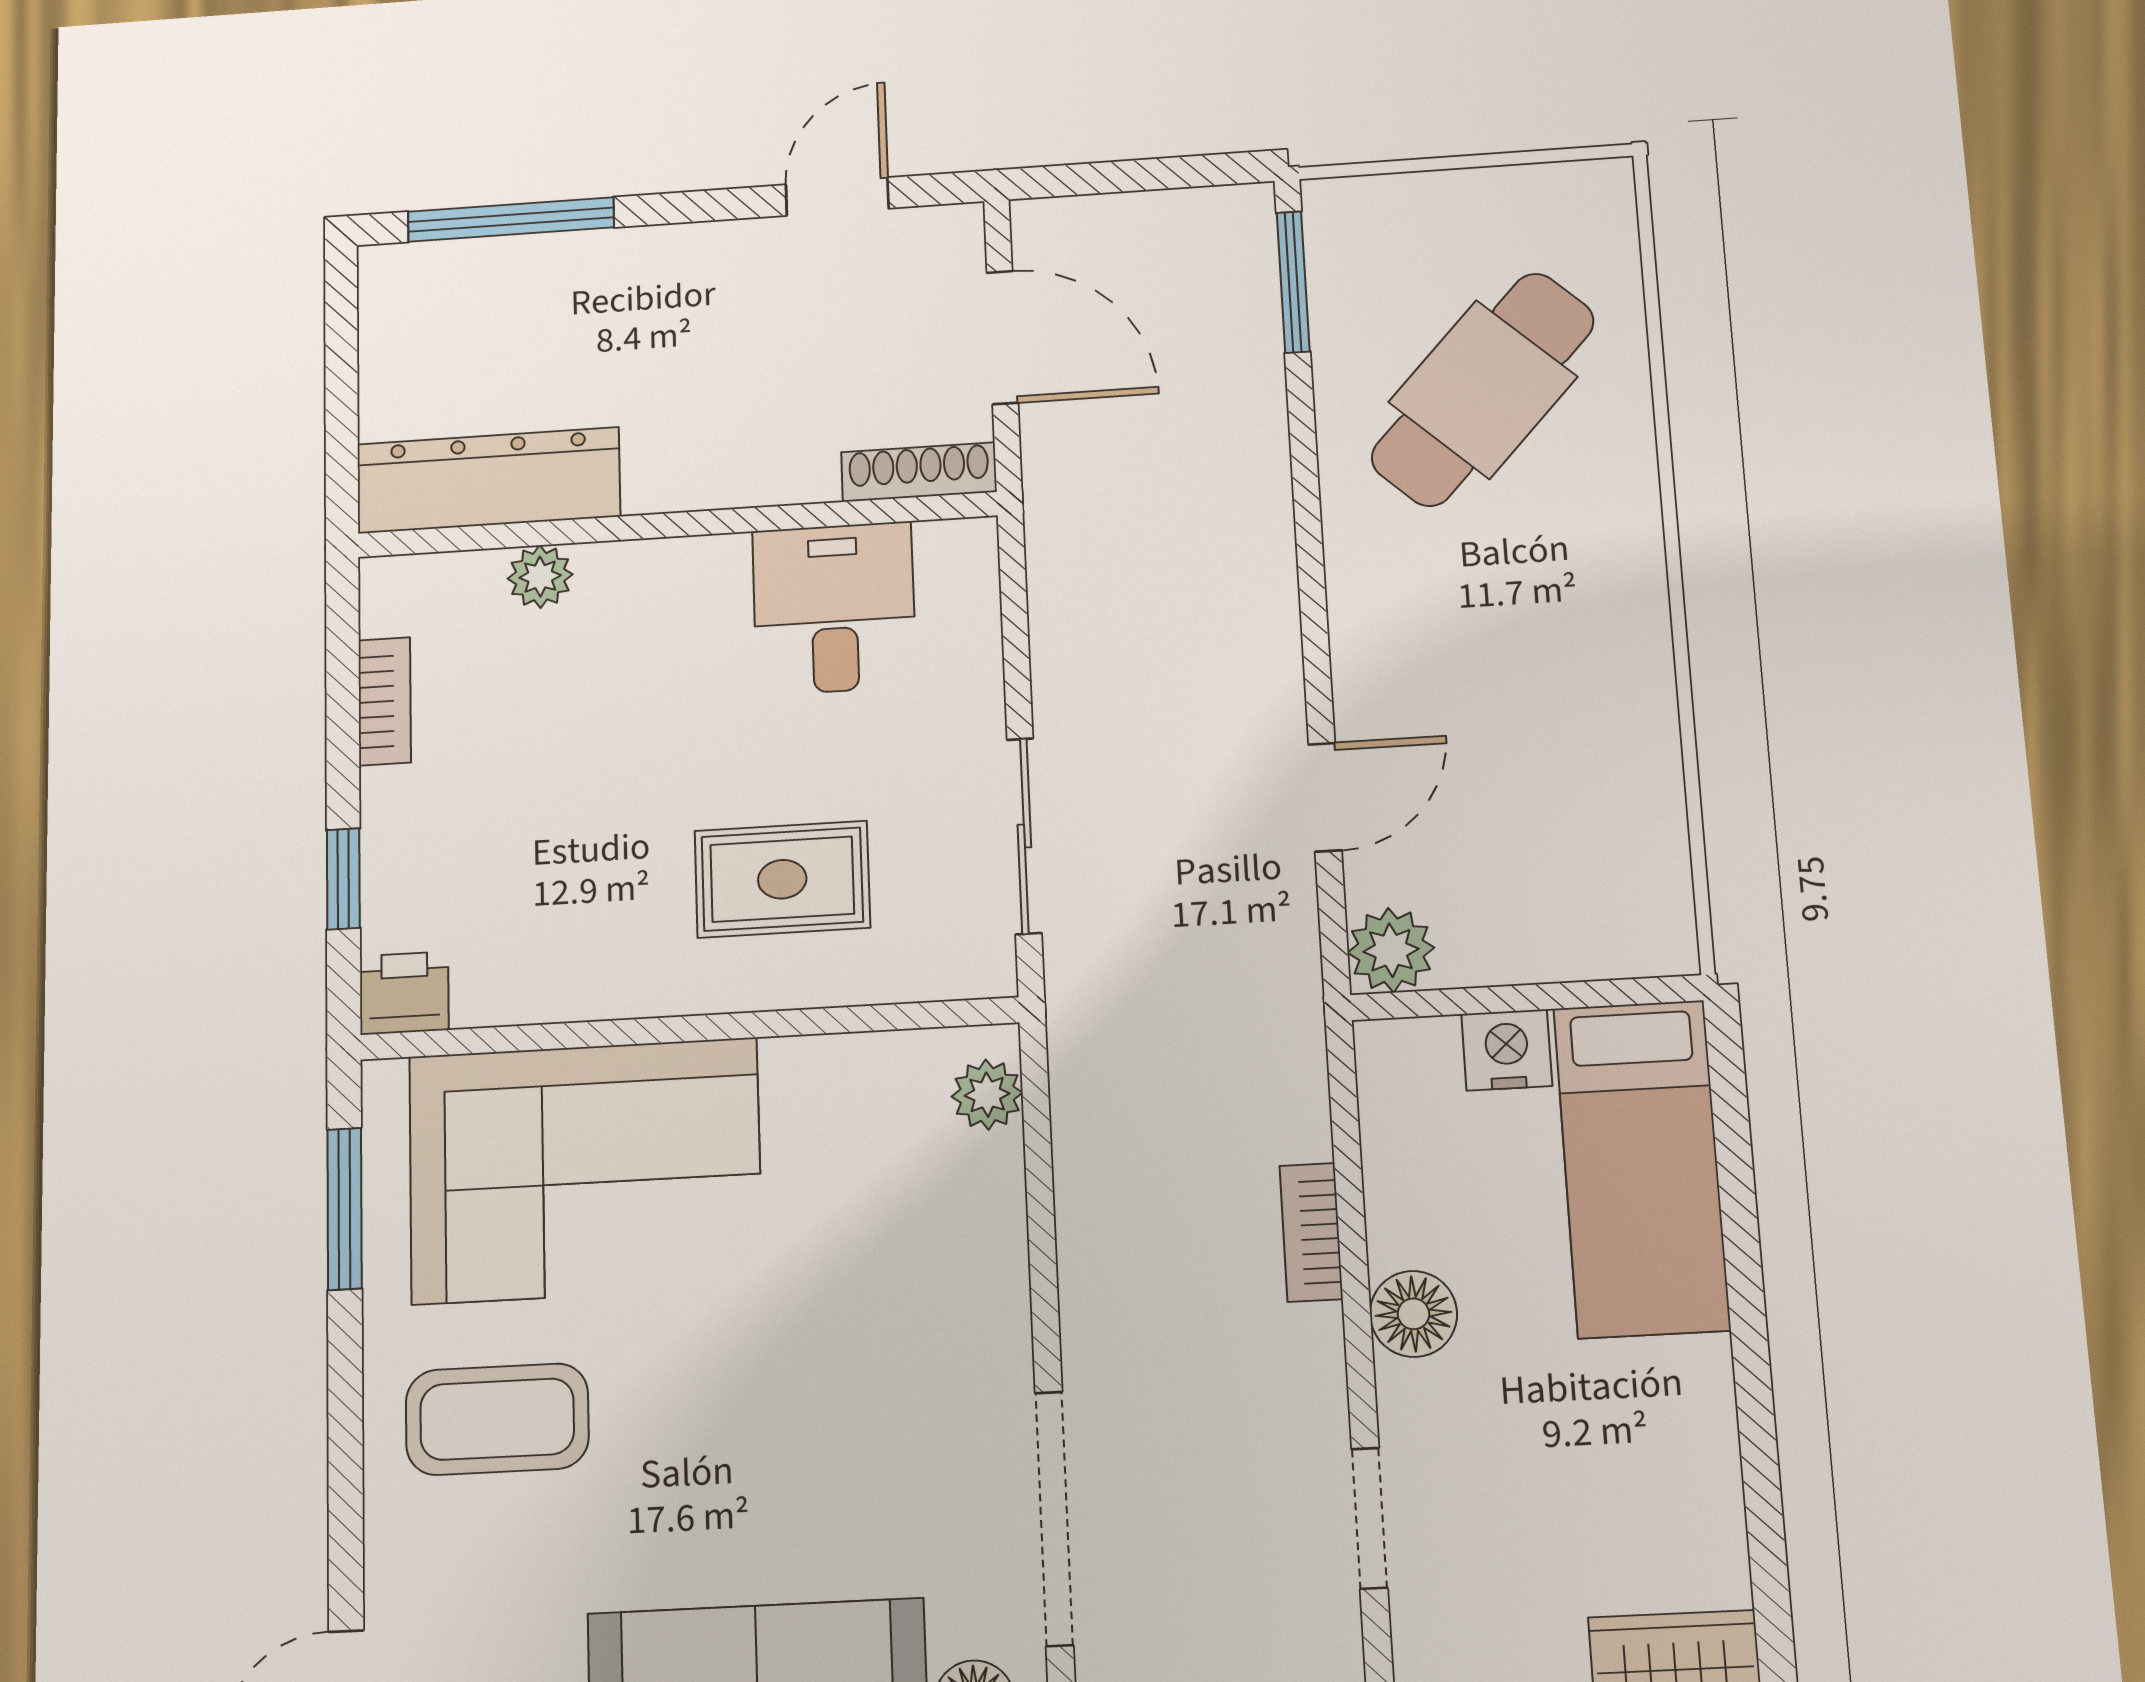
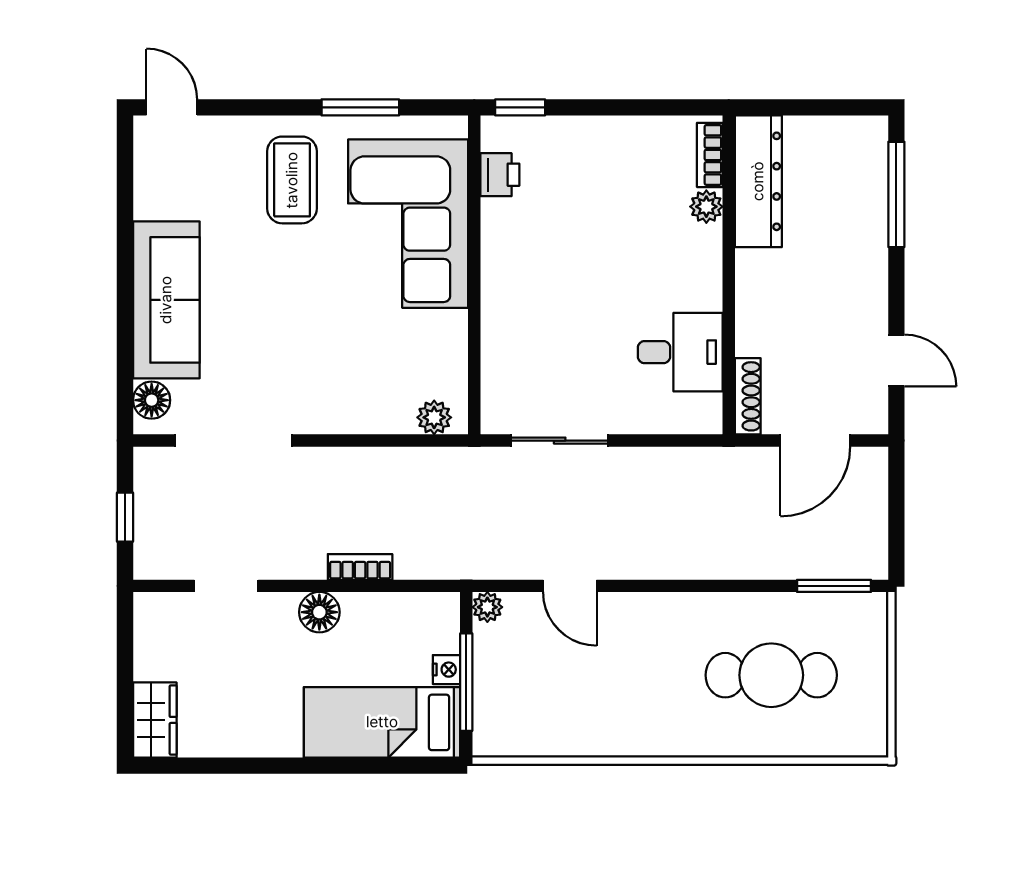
cafe table: (1483, 389) -> (771, 675), turned -43
bookcase: (385, 701) -> (710, 155), moved, turned 90
window: (343, 879) -> (520, 107), moved
rug: (782, 879) -> (545, 323), removed
plant: (1391, 950) -> (487, 607), width x0.73, depth x0.73
printer: (405, 993) -> (500, 175), moved
window: (1542, 997) -> (466, 682), added
nightstand: (1507, 1050) -> (446, 670), width x0.72, depth x0.74
window: (345, 1209) -> (360, 107), moved

